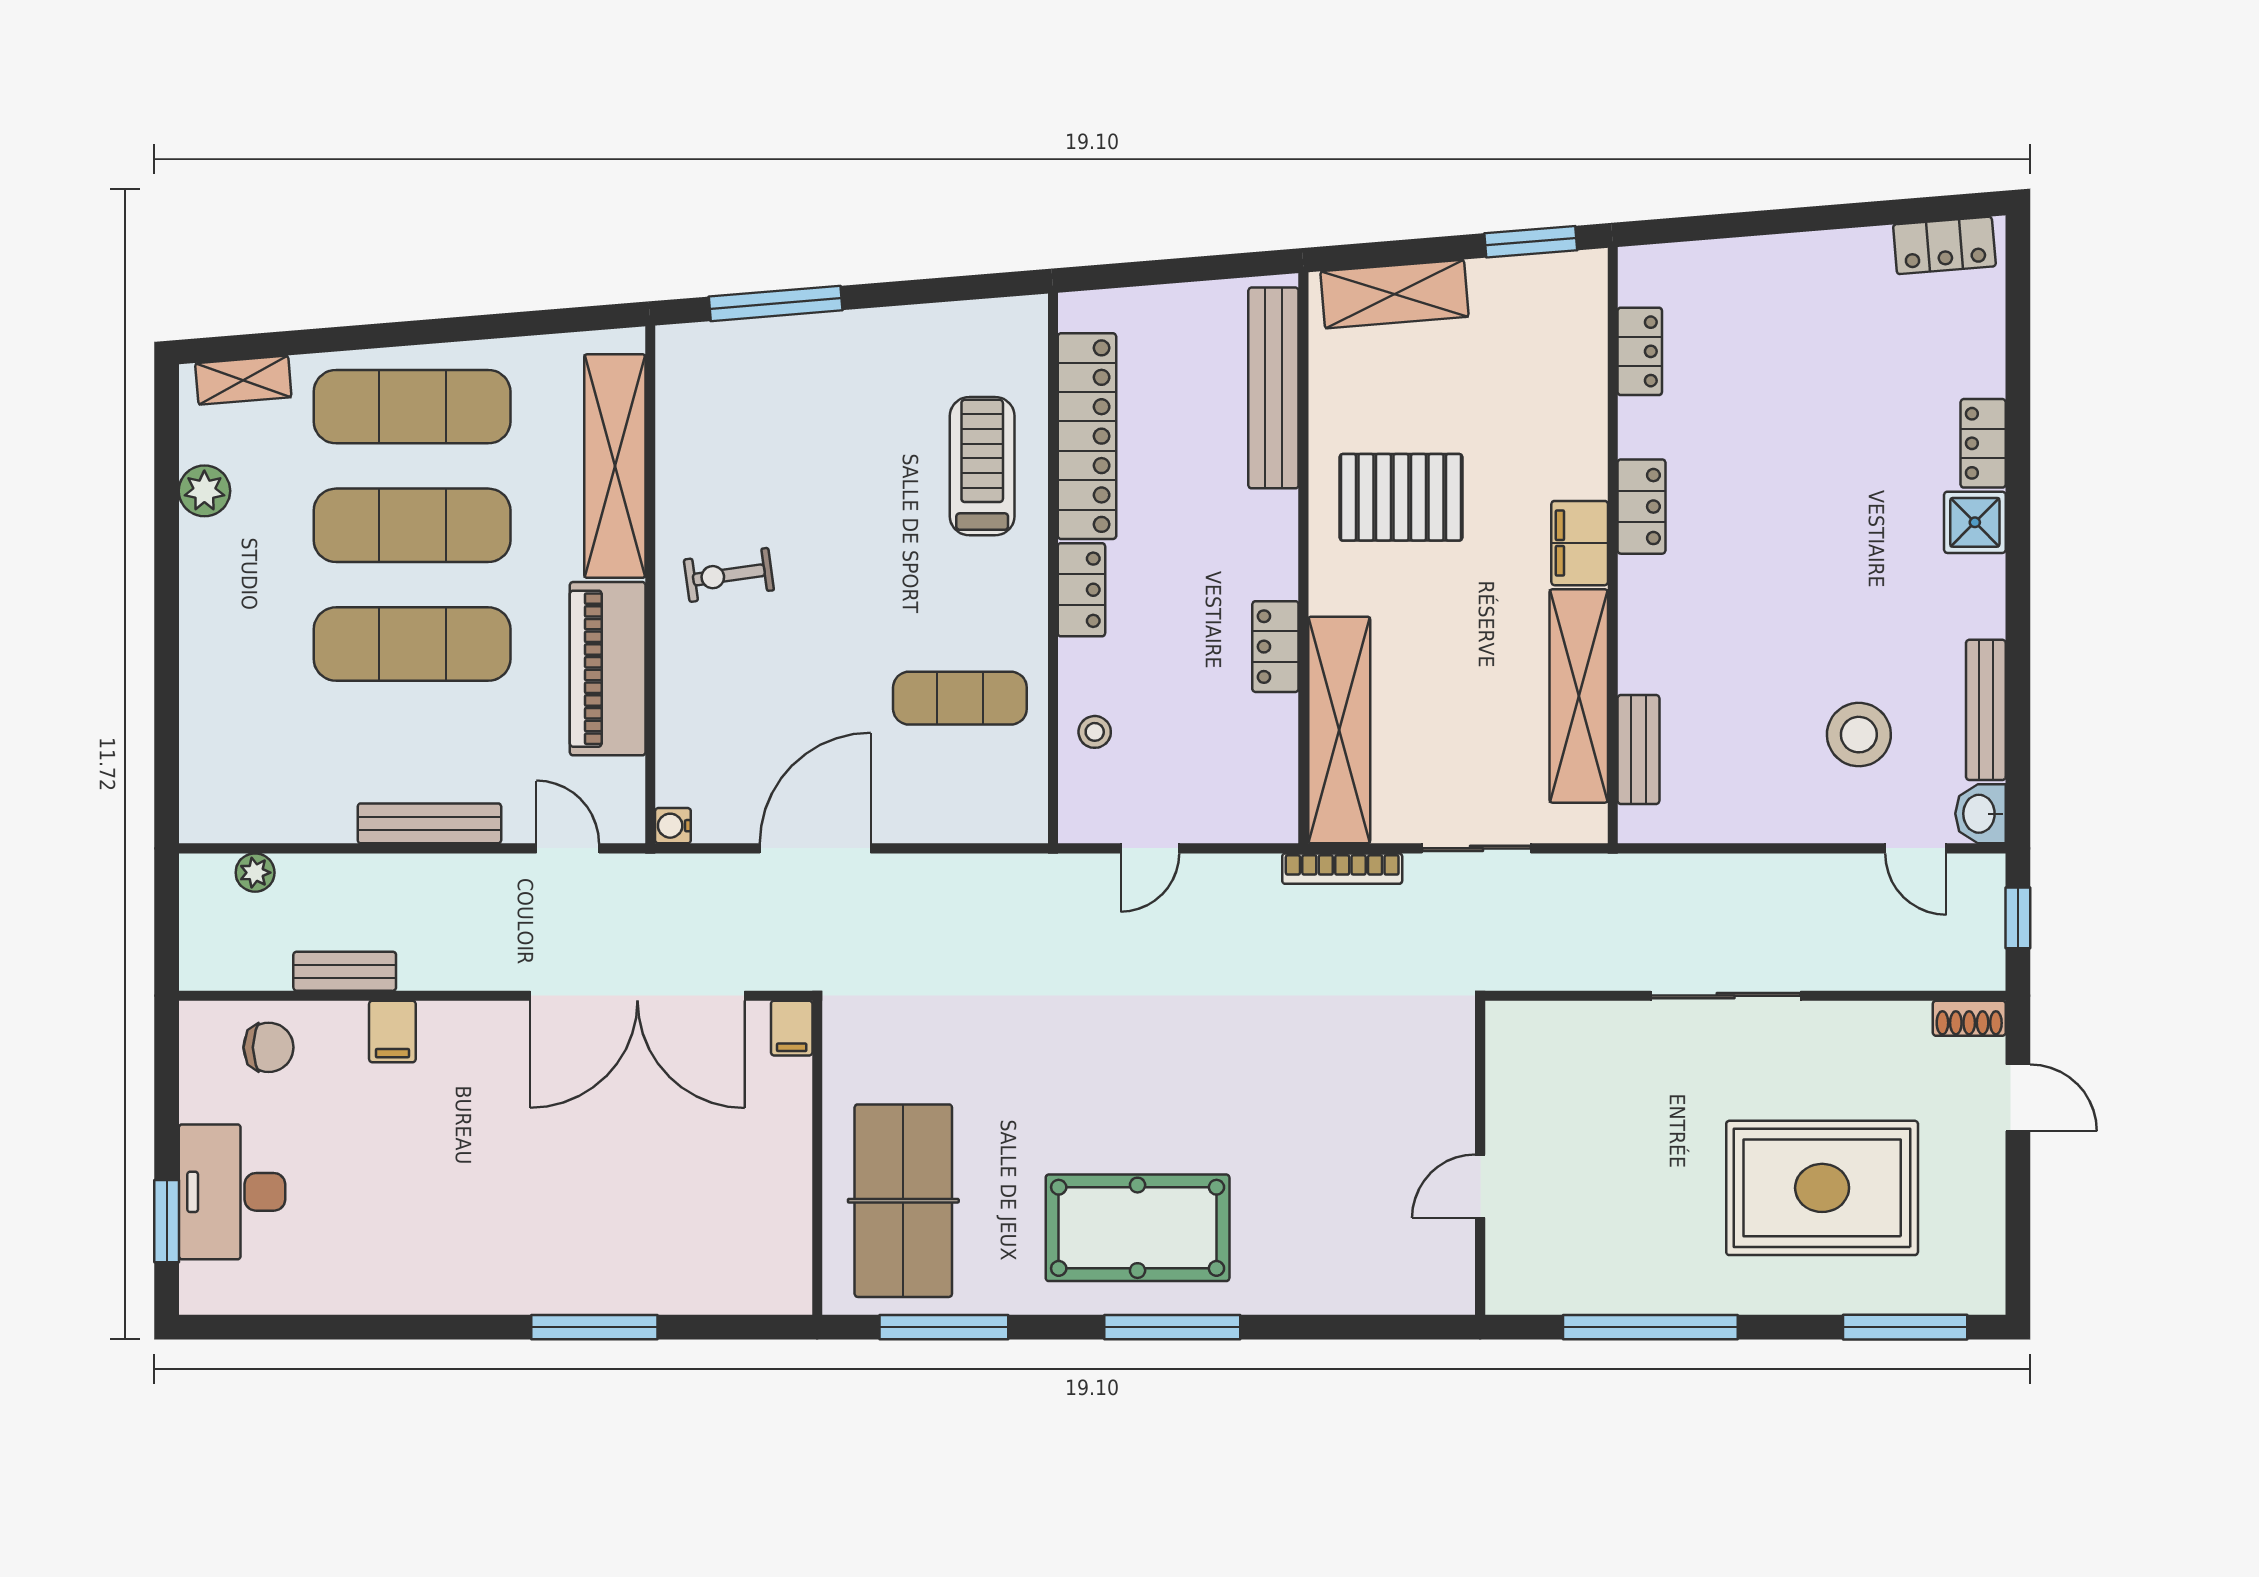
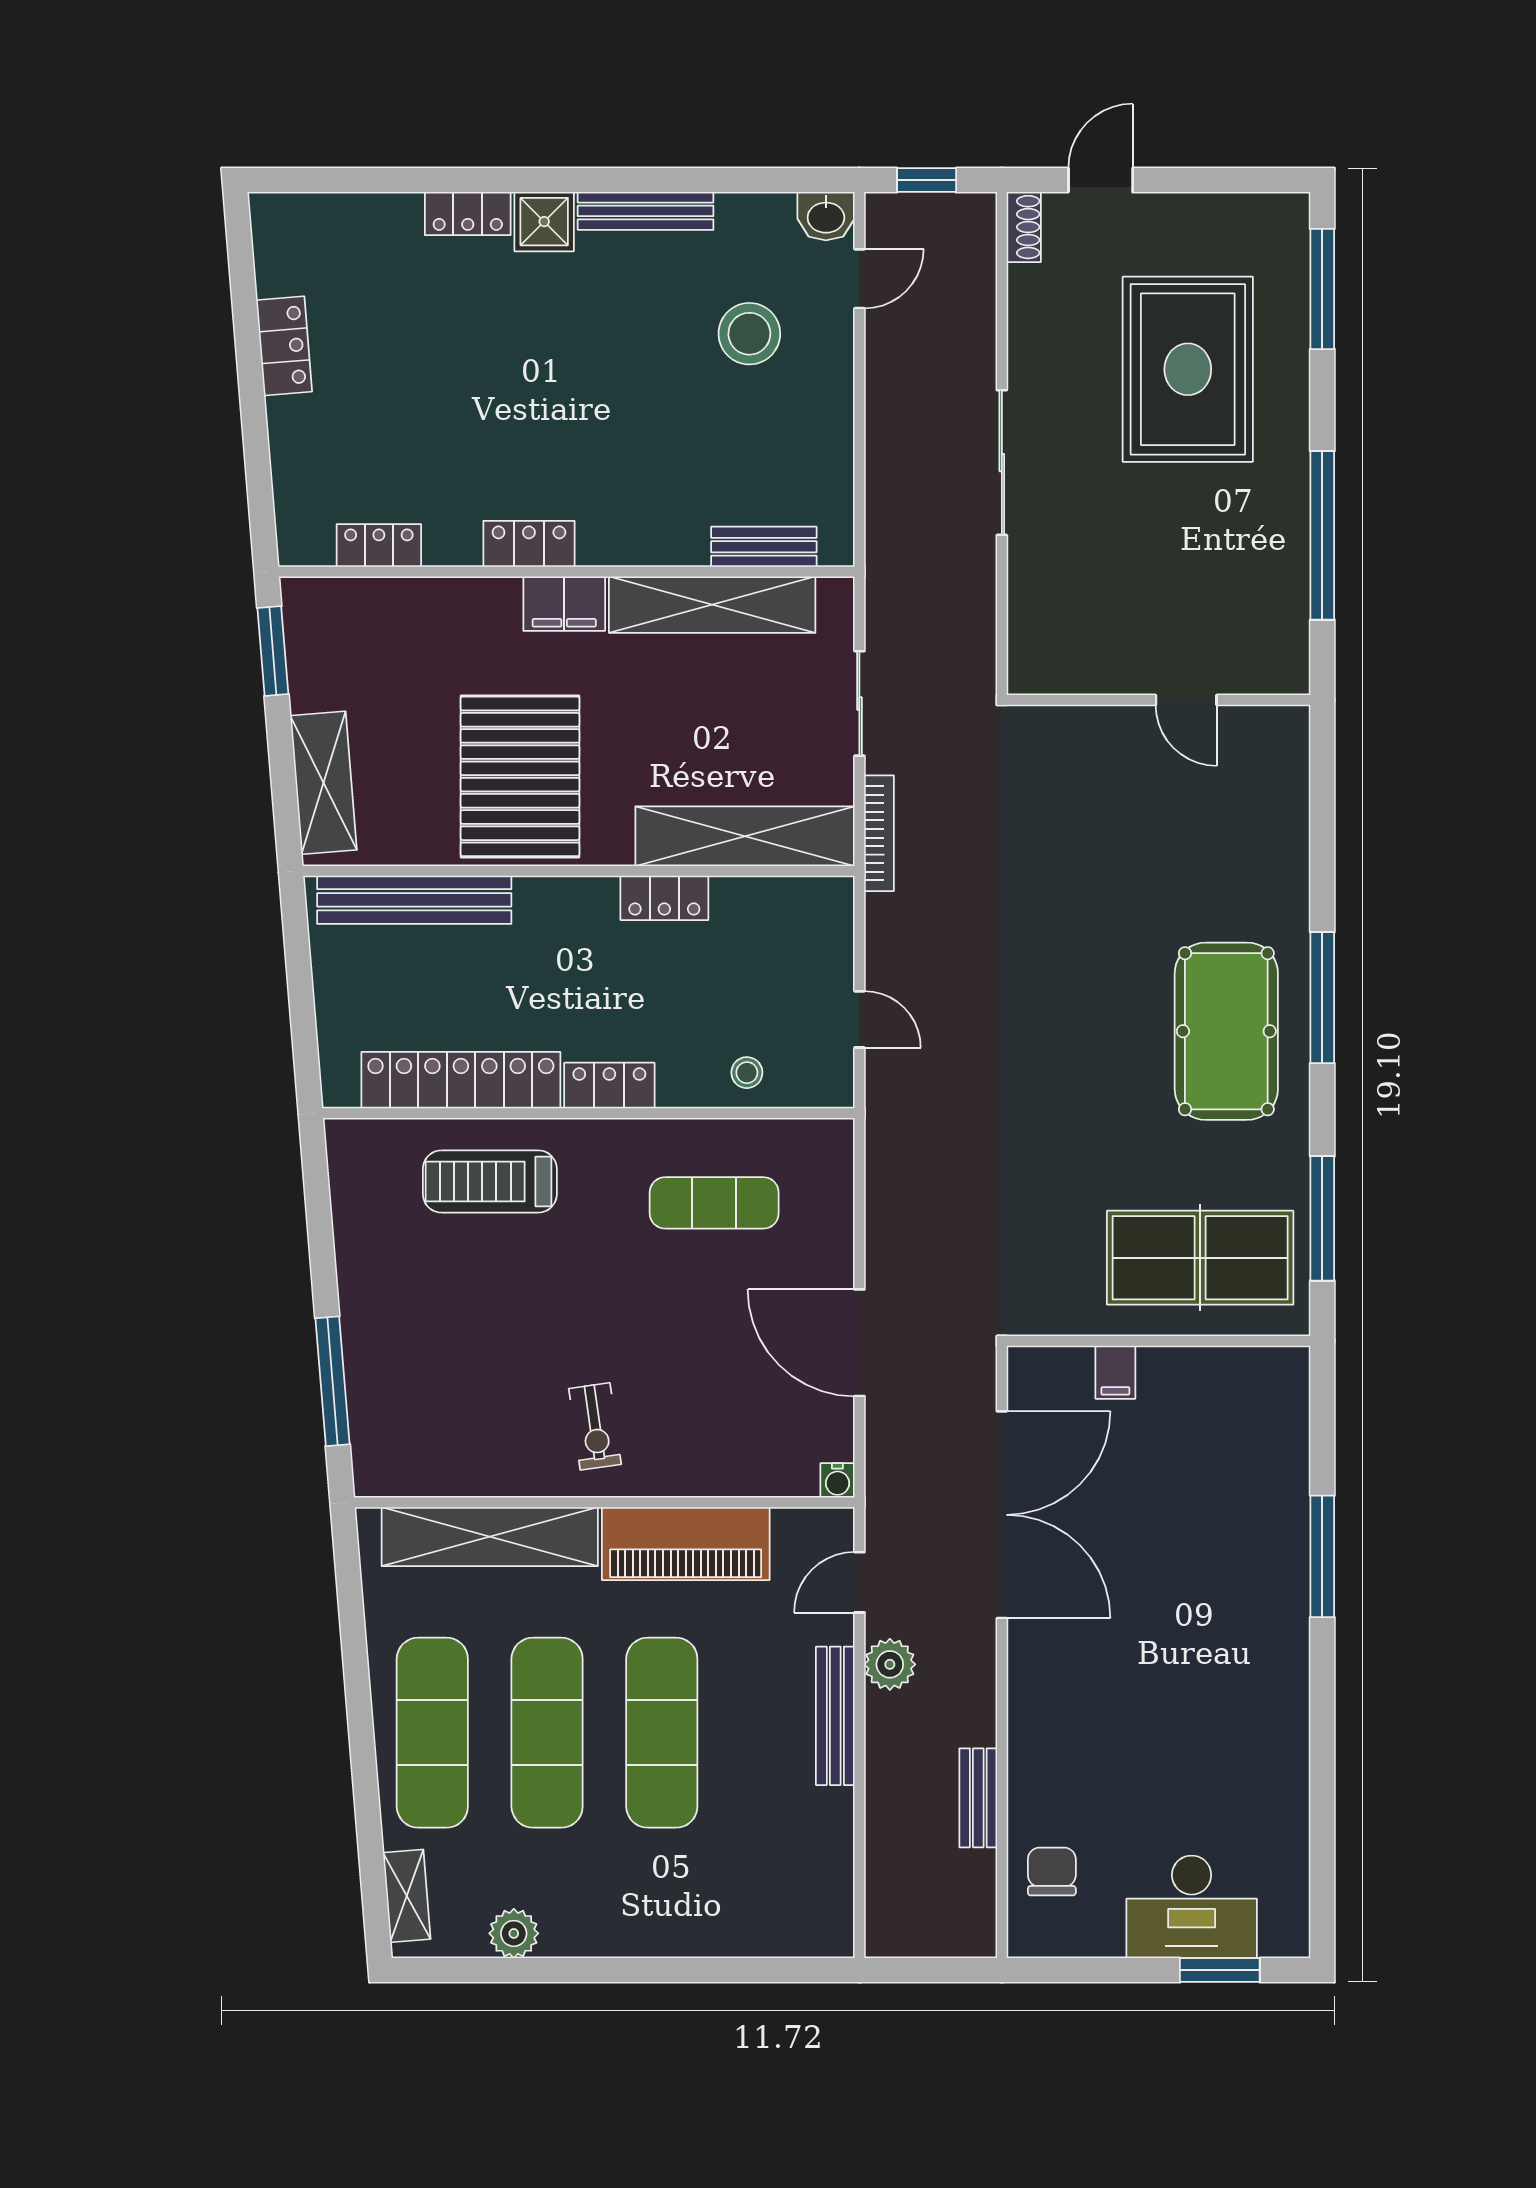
locker: (1944, 245) -> (284, 346), moved
pallet: (1401, 497) -> (520, 776), width x1.37, depth x1.41
exercise mat: (960, 698) -> (714, 1203), turned 90
bench: (1986, 710) -> (646, 211), moved
plant: (255, 873) -> (890, 1664), moved, width x1.38, depth x1.38
filing cabinet: (792, 1028) -> (1115, 1372), moved, turned 90
filing cabinet: (392, 1031) -> (1037, 1752), removed

